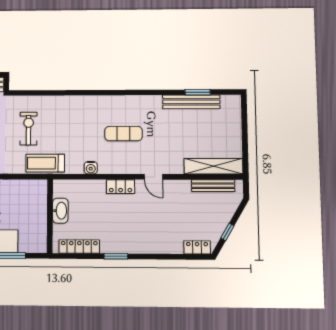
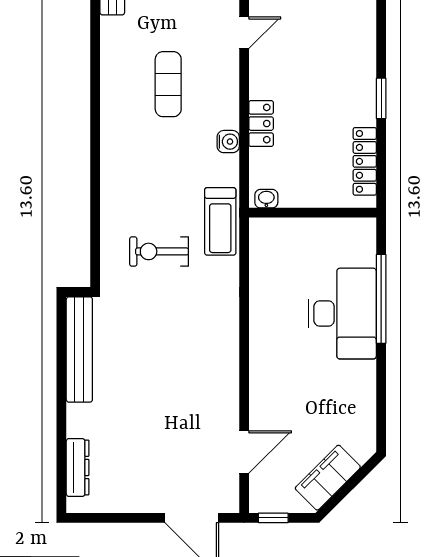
locker: (121, 187) -> (261, 124), moved
washbasin: (60, 211) -> (266, 199), moved, width x0.52, depth x0.69

